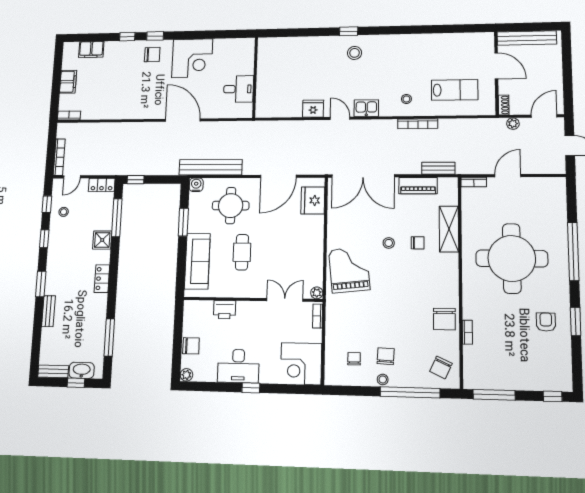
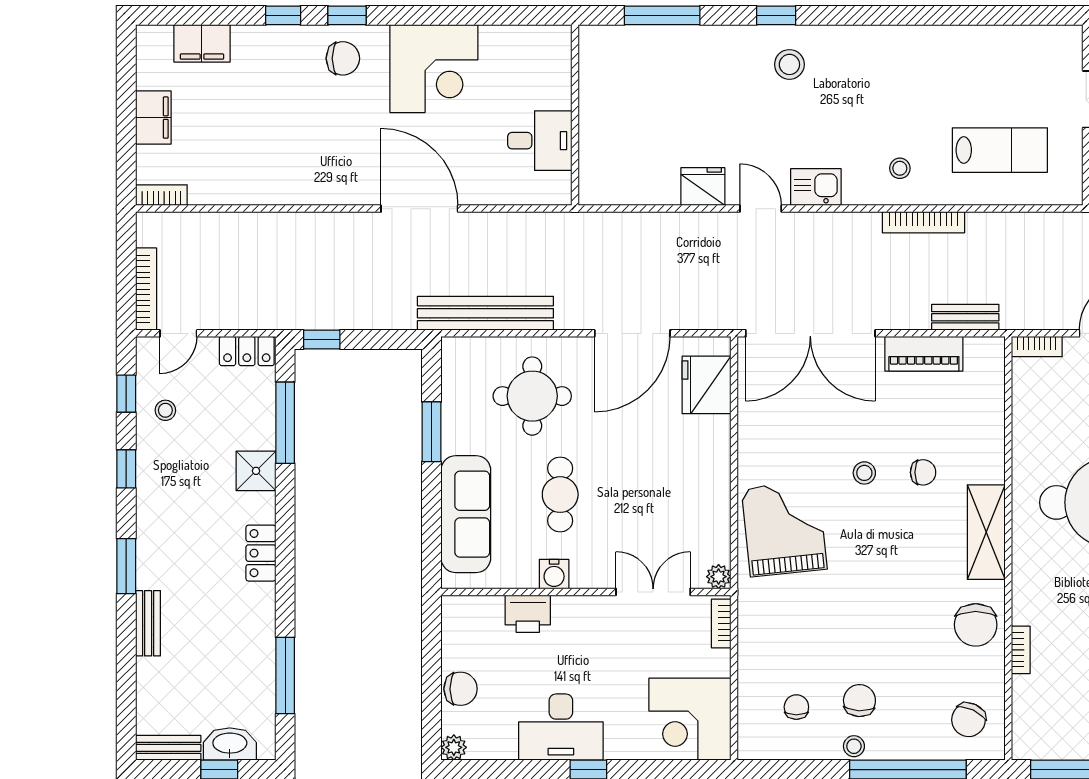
window: (296, 33) -> (662, 15), added
water cooler: (196, 185) -> (554, 574), moved, turned 180
shelving: (449, 229) -> (986, 532), moved

